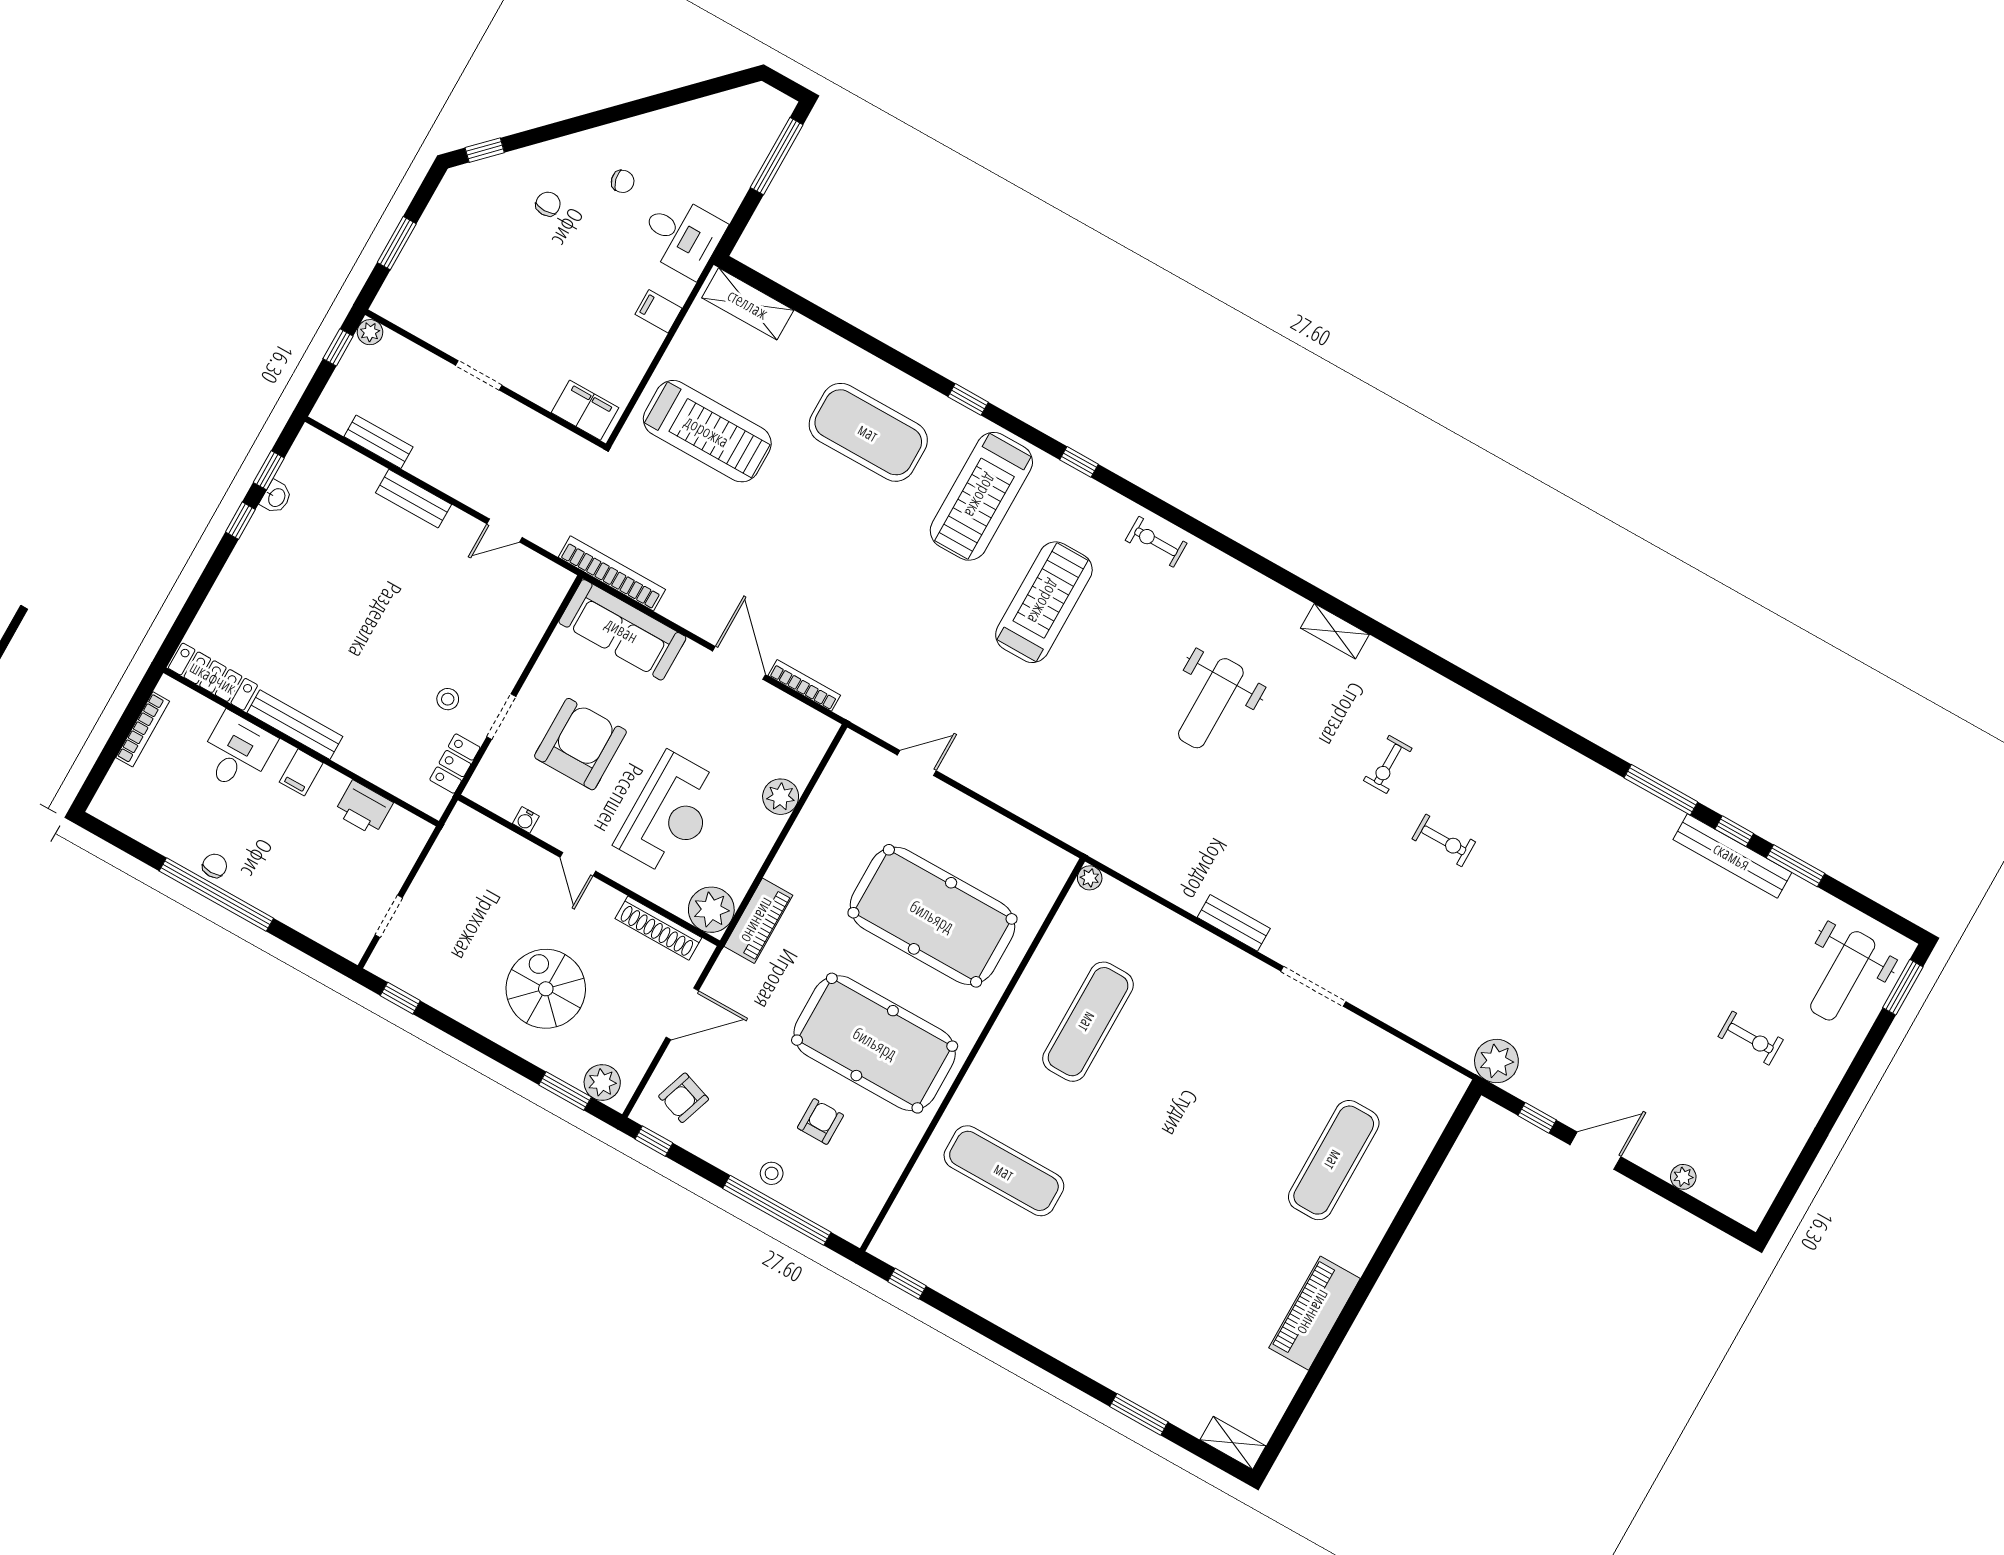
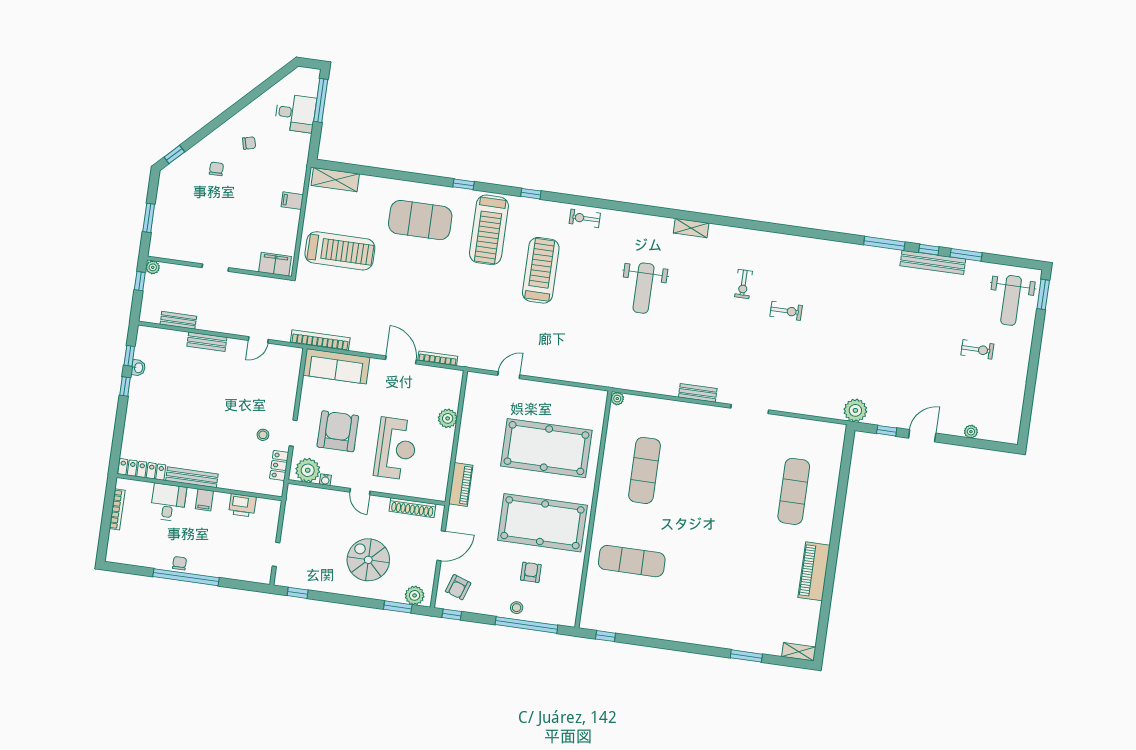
desk: (682, 236) -> (295, 113), moved
plant: (711, 910) -> (308, 470), moved

